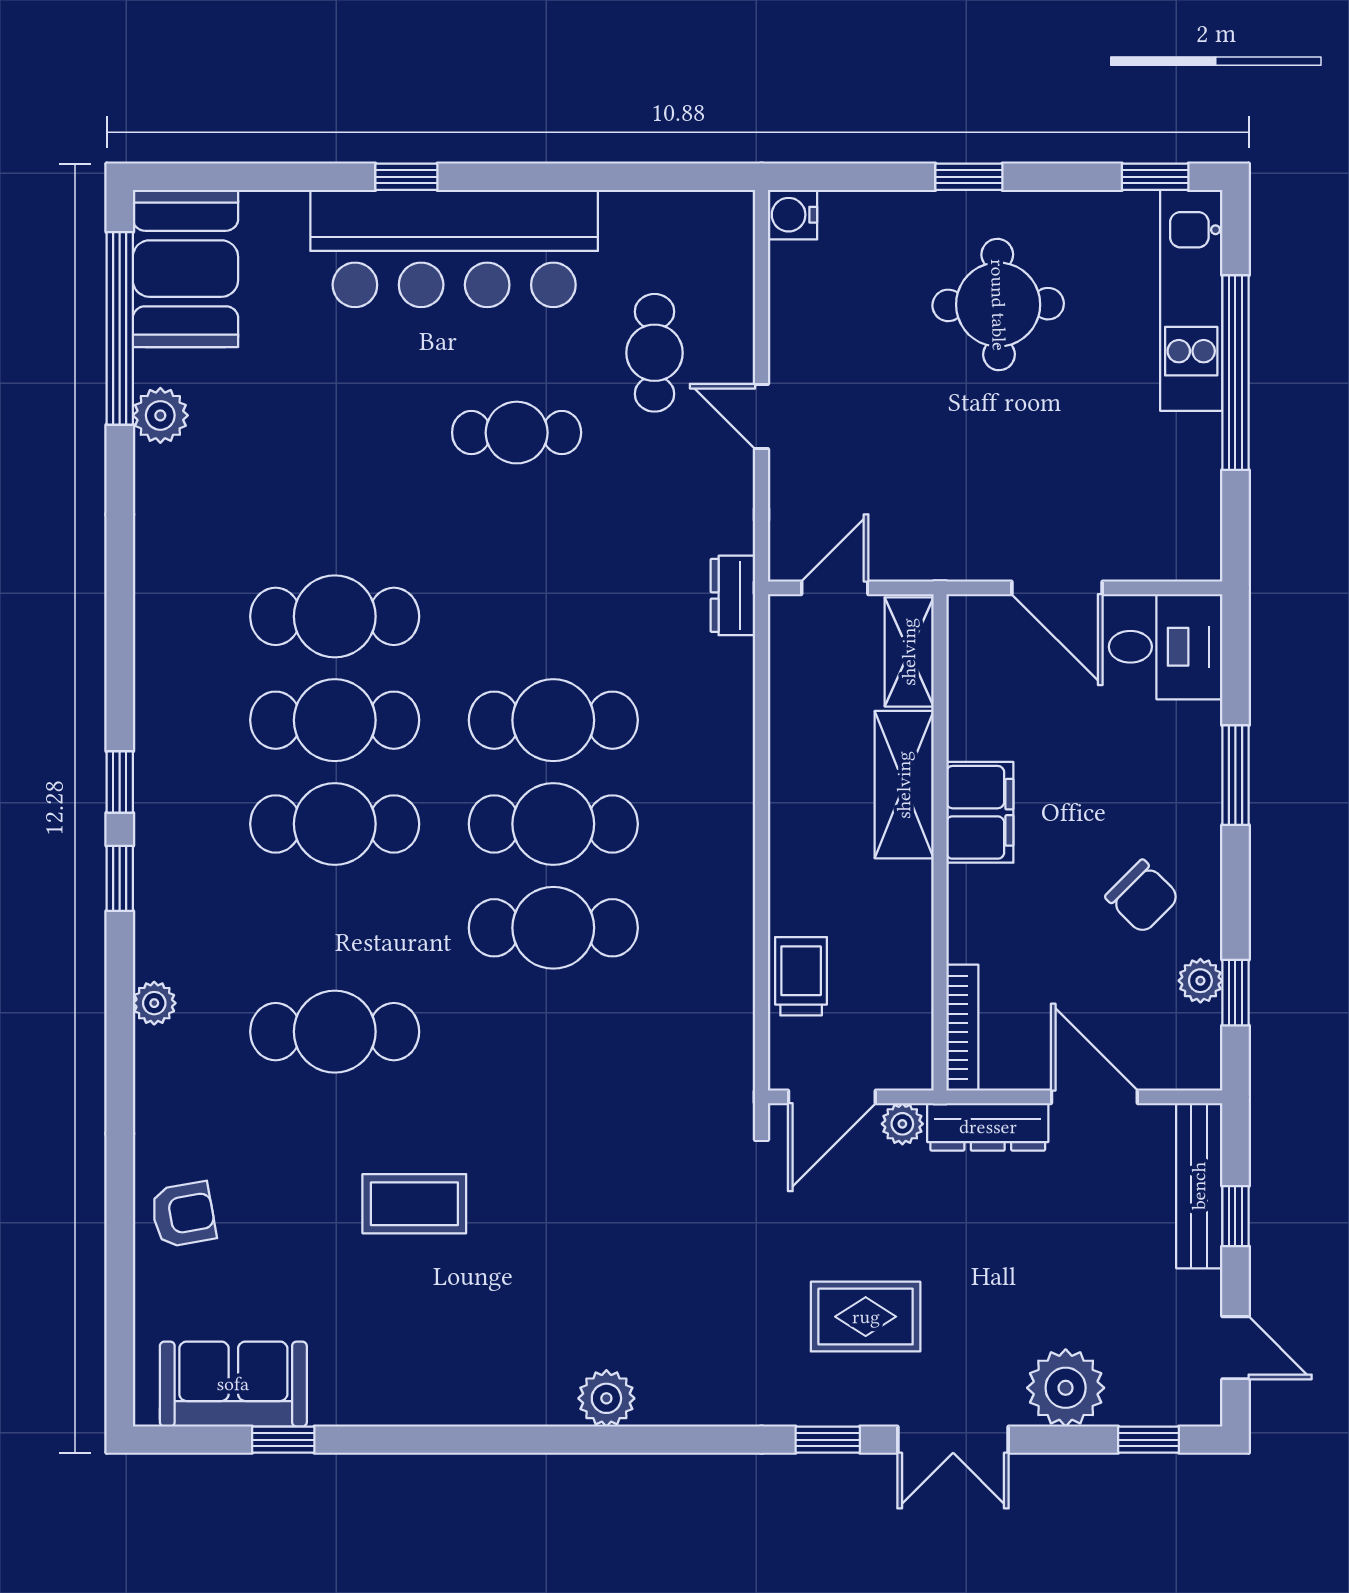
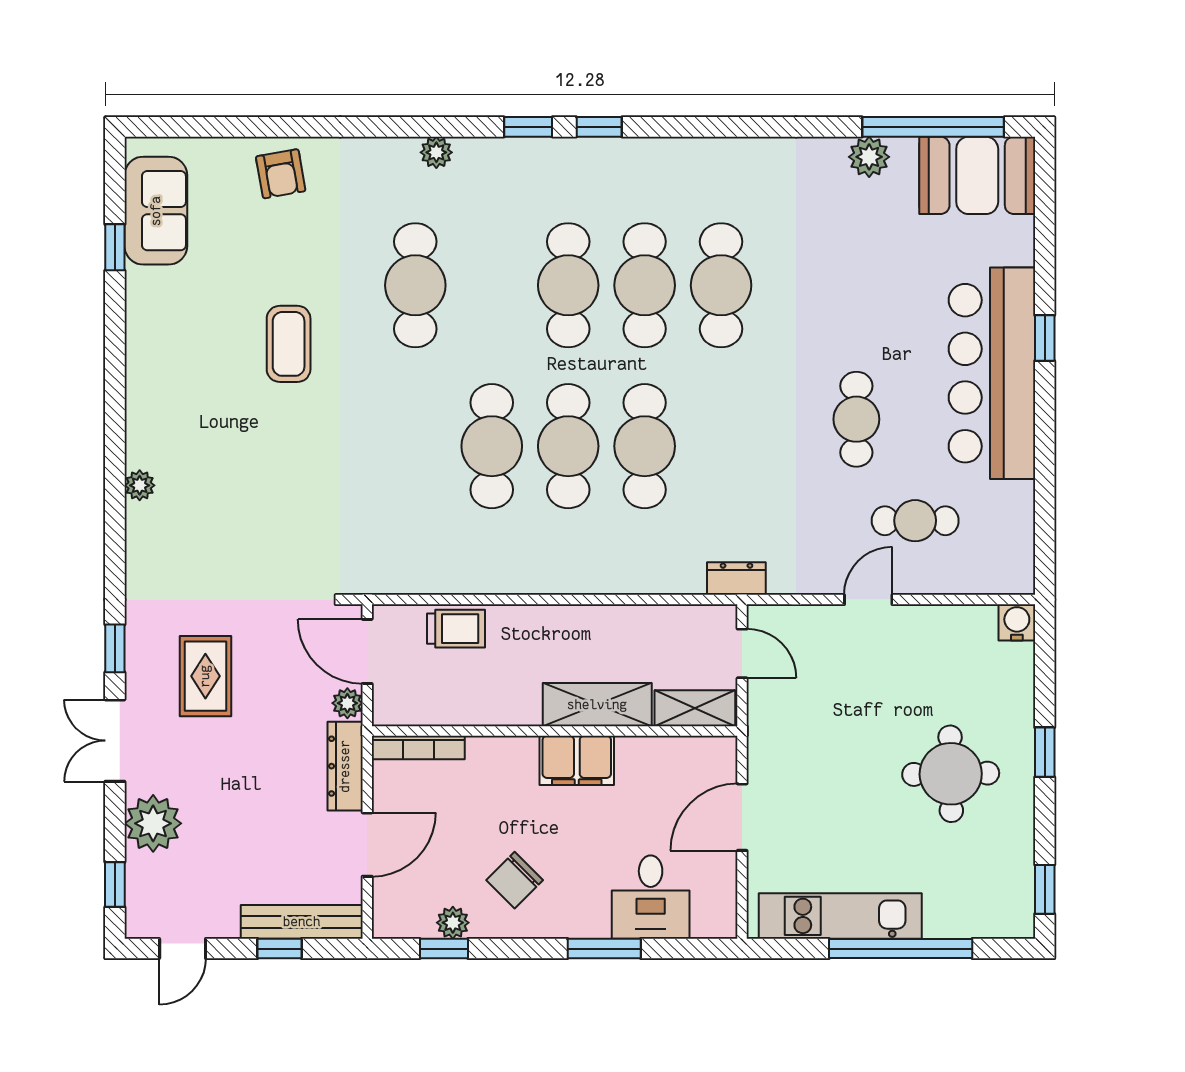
kitchen unit: (1191, 300) -> (840, 916), moved
desk: (1166, 647) -> (651, 897), moved
plant: (606, 1398) -> (140, 485), width x0.73, depth x0.73

